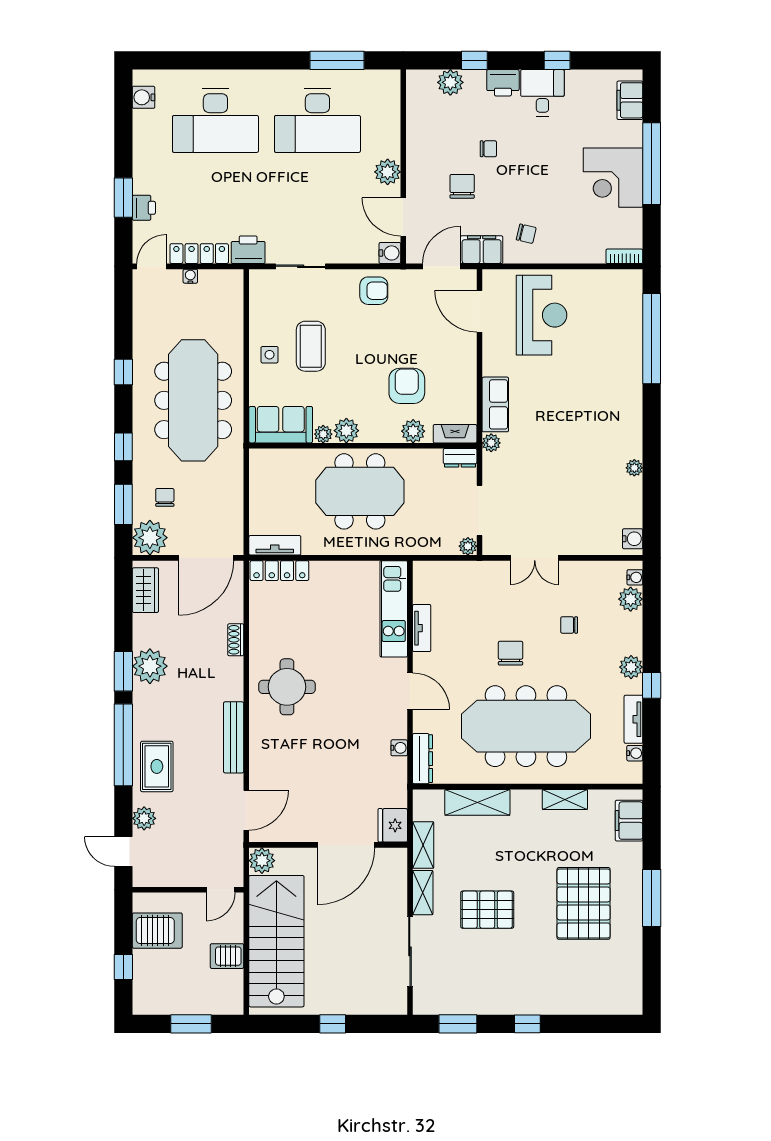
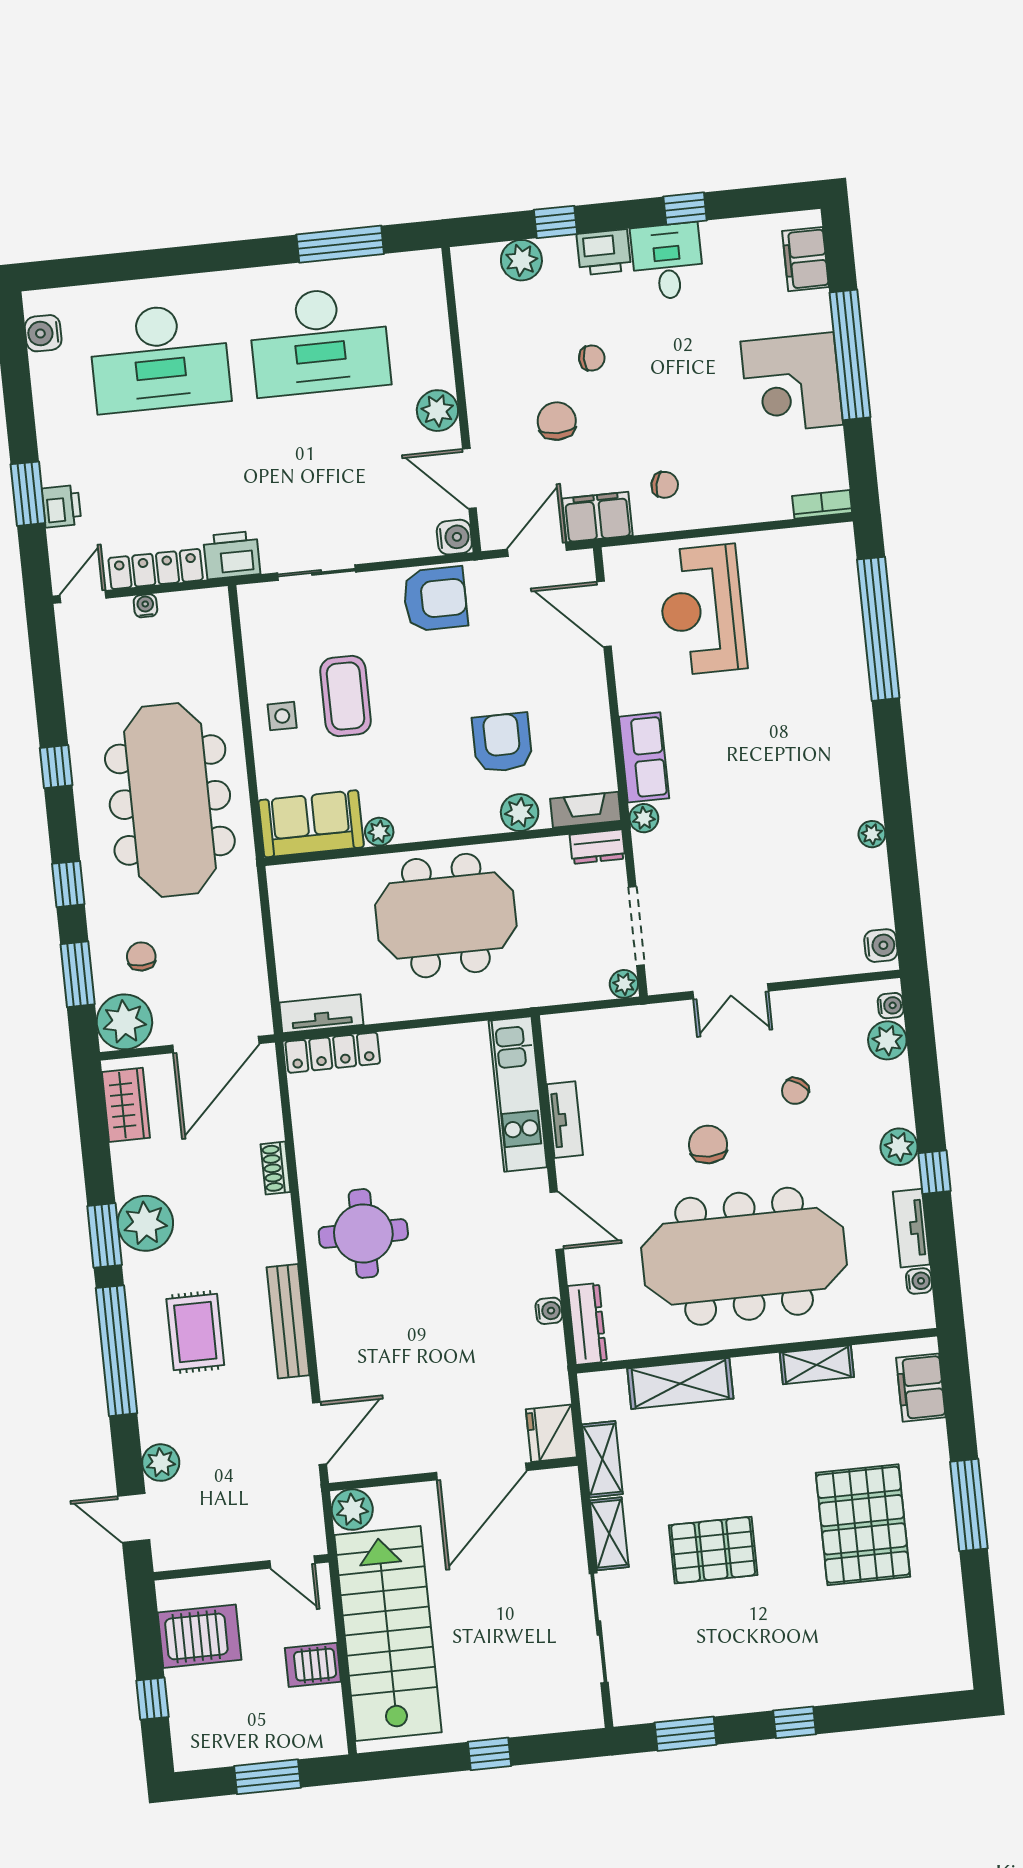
armchair: (374, 291) -> (435, 599), width x1.38, depth x1.38
reception desk: (542, 315) -> (702, 610), turned 180
plant: (346, 431) -> (415, 822), removed
chair: (569, 625) -> (795, 1091), turned -56
rug: (157, 766) -> (195, 1332), moved
door: (221, 890) -> (292, 1562), hinge flipped

